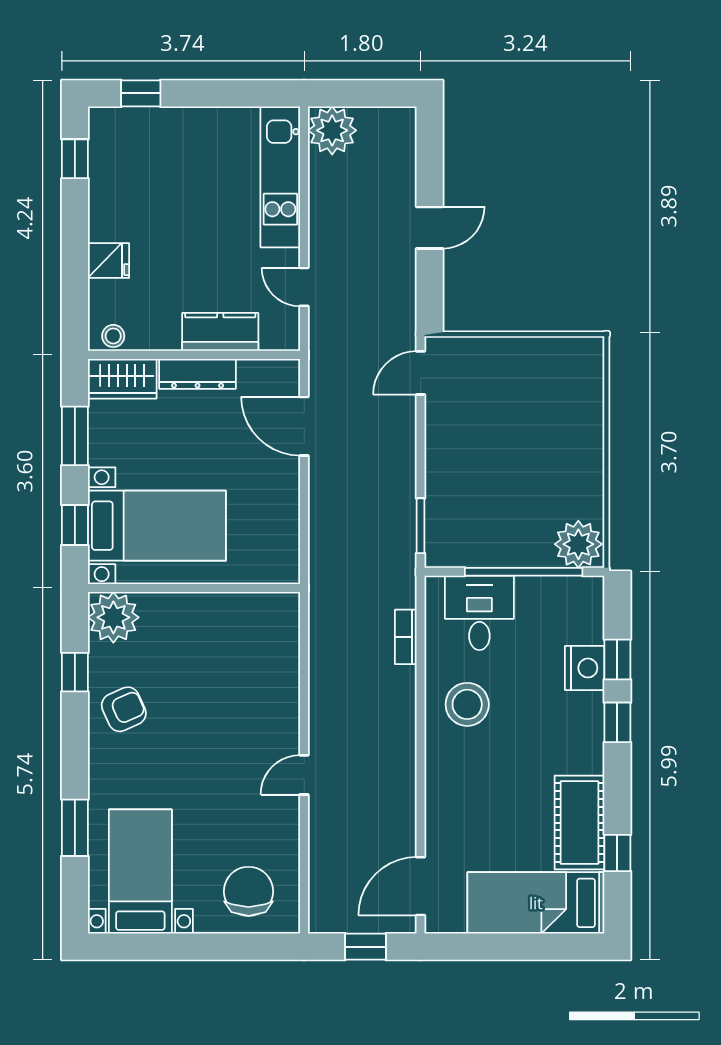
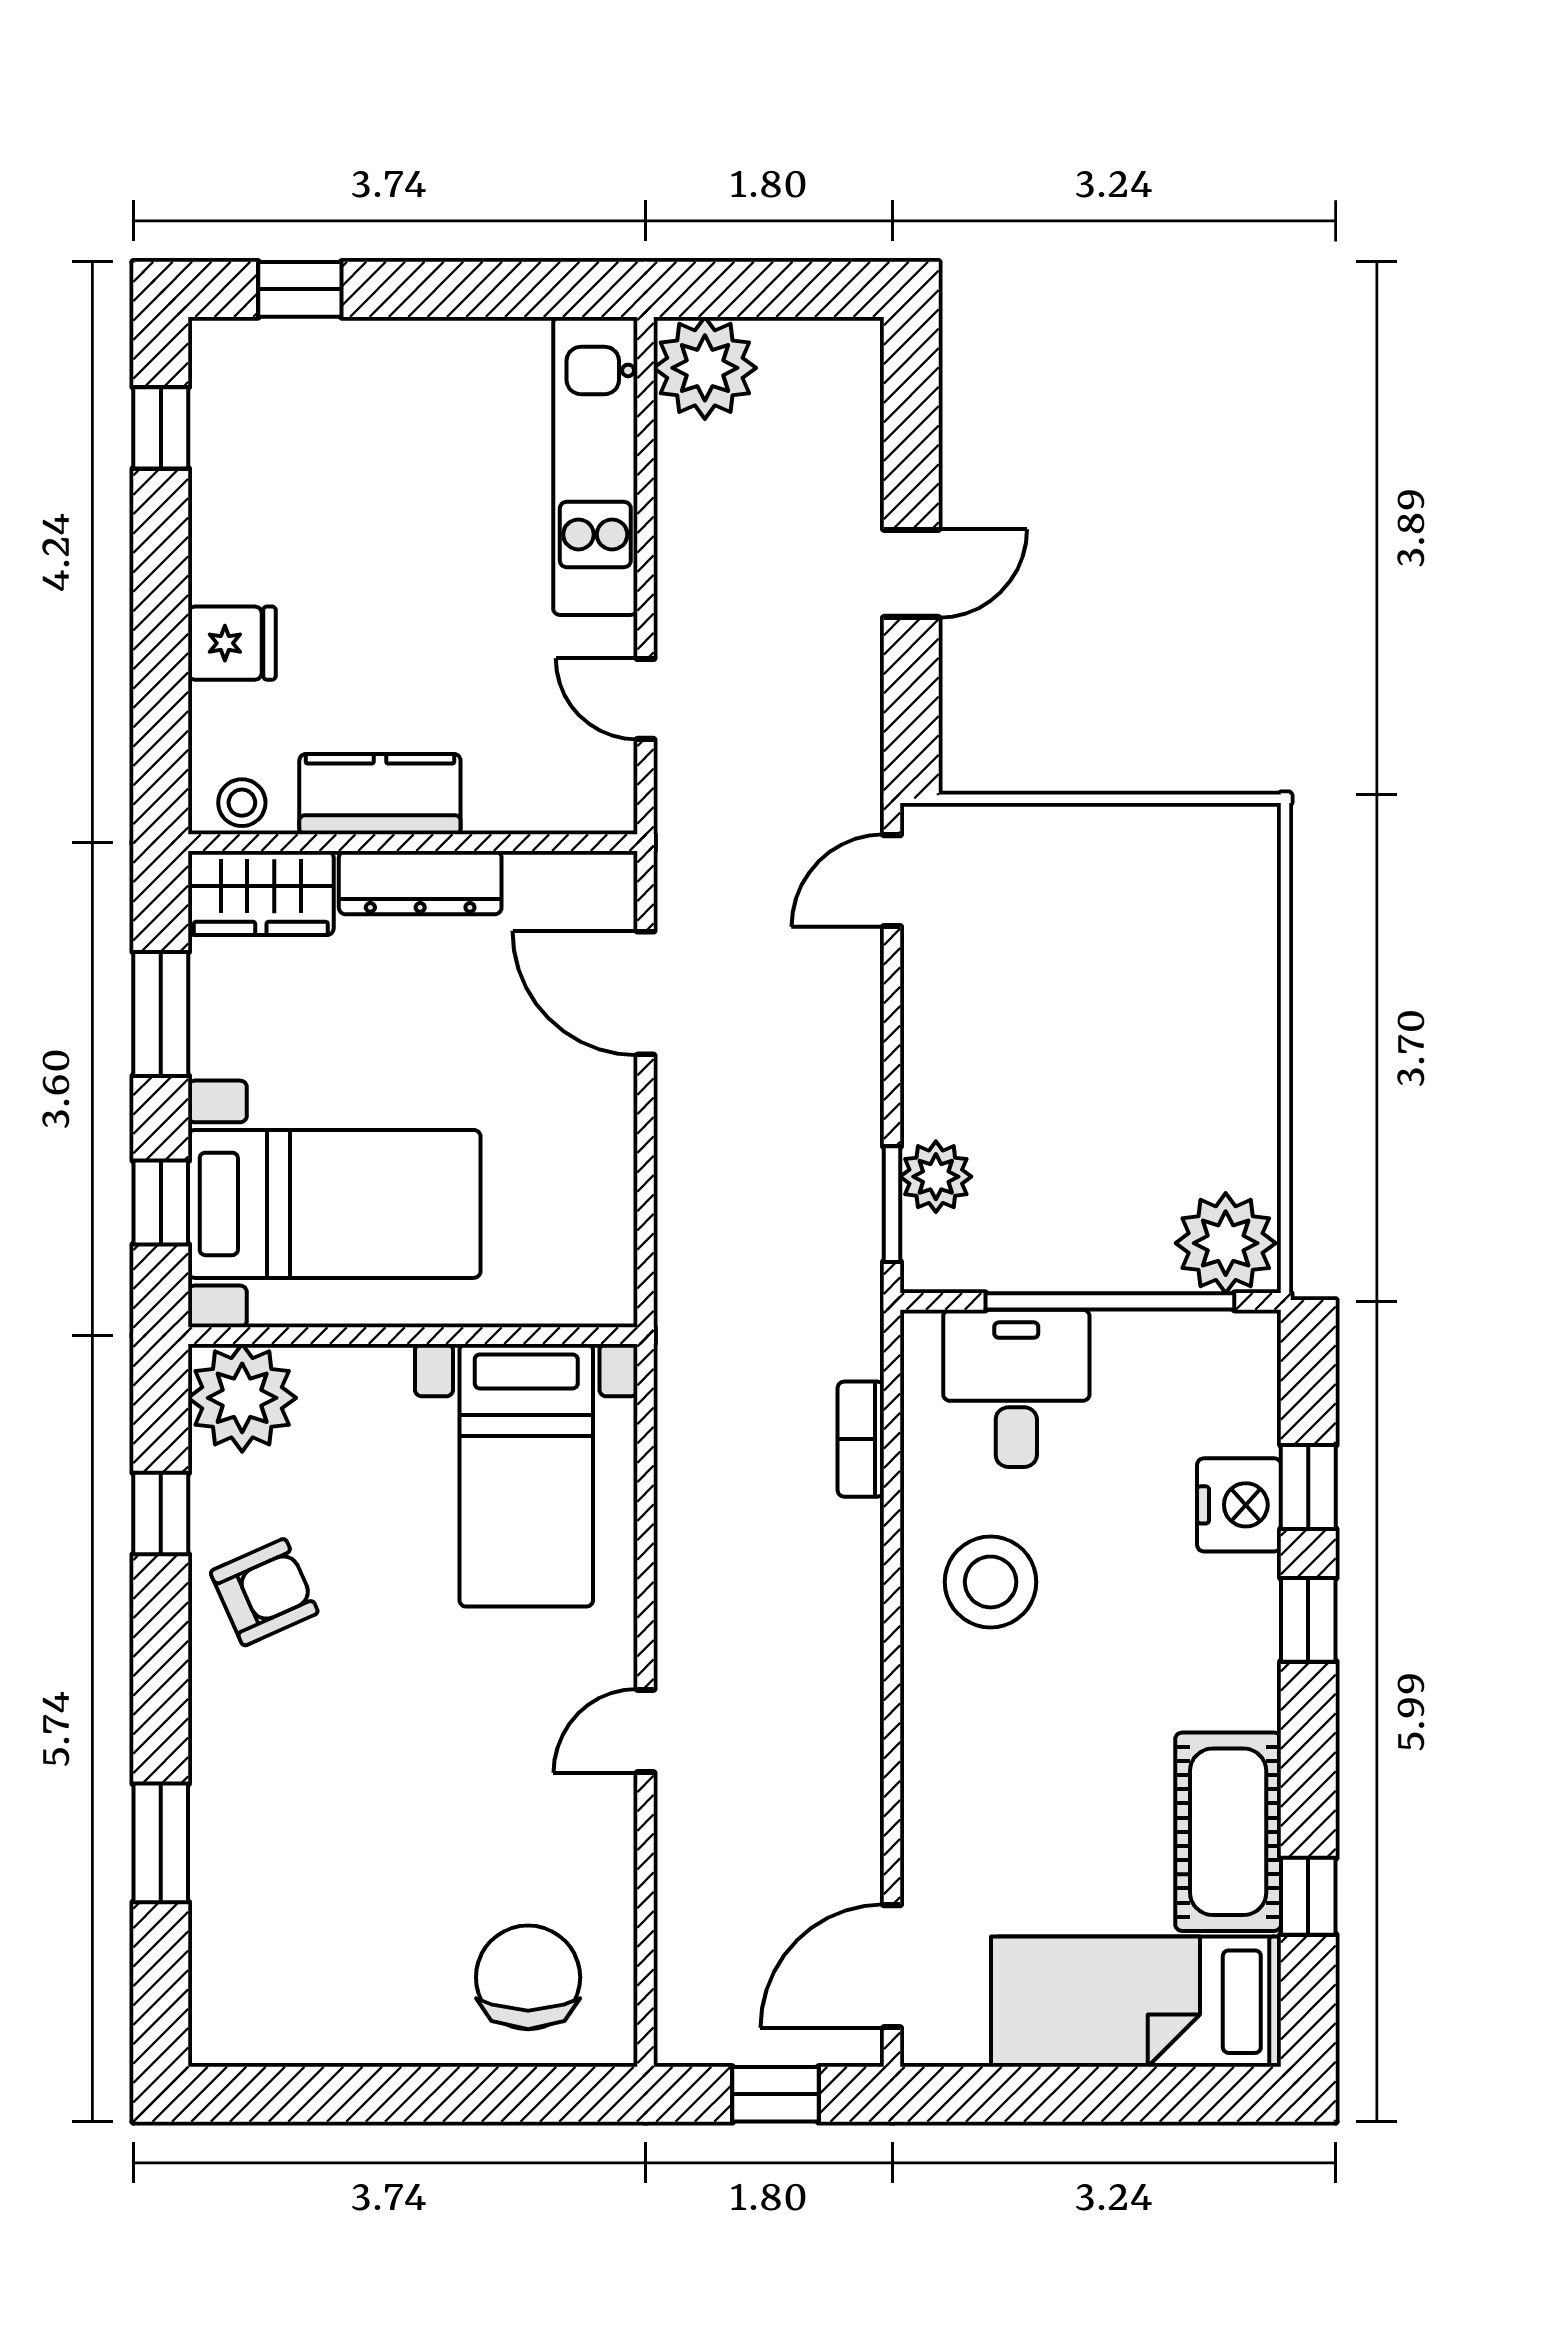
kitchen counter: (220, 332) -> (380, 794), moved
plant: (441, 513) -> (936, 1177), added
bed with nightstands: (140, 872) -> (526, 1475), moved, turned 180

